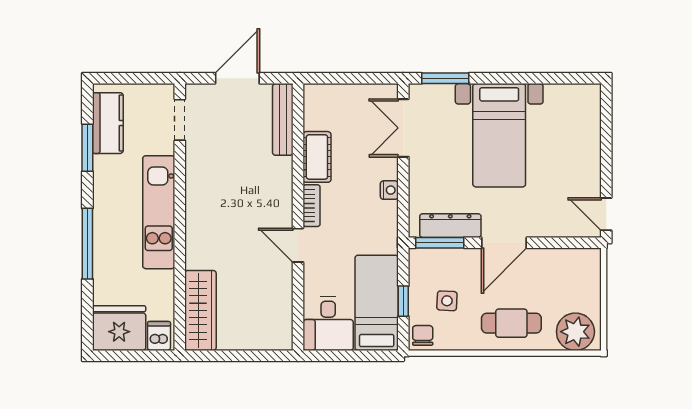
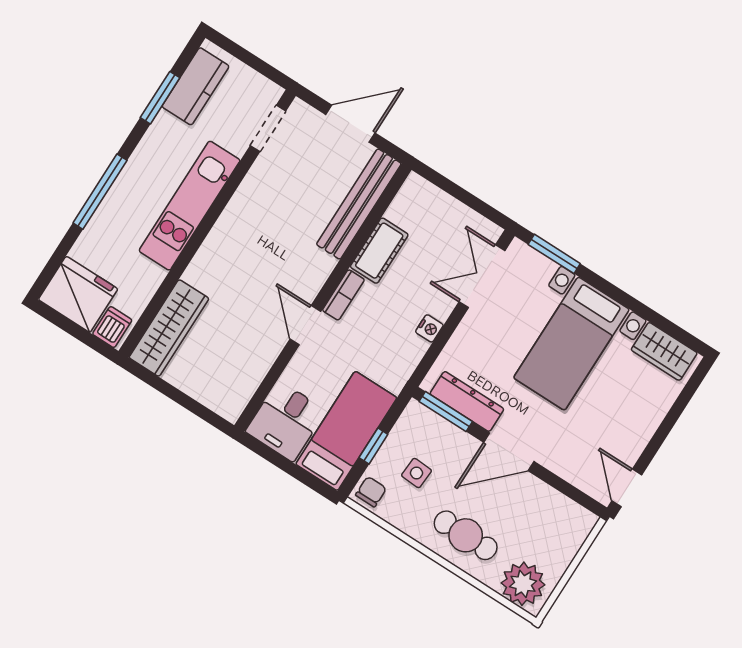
wardrobe: (570, 98) -> (664, 351), added
bench: (283, 119) -> (359, 204), width x1.37, depth x1.21

